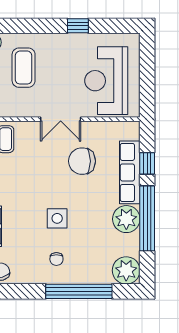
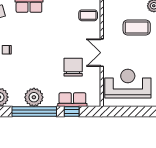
row of seats: (130, 172) -> (72, 100), width x0.68
side table: (57, 218) -> (34, 50), removed

